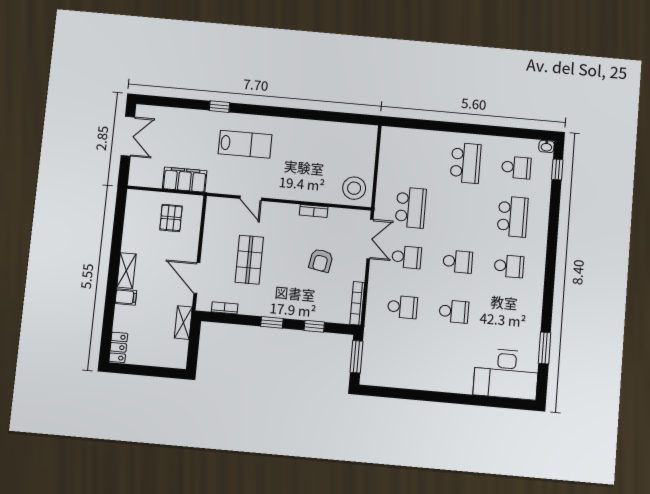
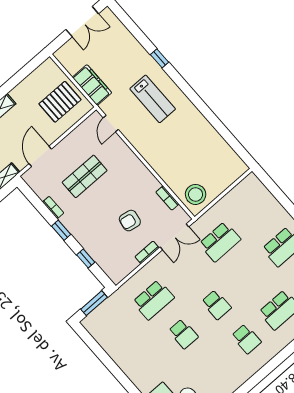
door: (251, 198) -> (111, 124), moved
bookcase: (314, 211) -> (167, 198), moved
pallet: (171, 218) -> (60, 102), width x1.50, depth x1.42
school desk: (407, 257) -> (187, 271), removed
bookcase: (357, 303) -> (147, 252), moved, width x0.64
school desk: (402, 307) -> (153, 300), width x1.85
bookcase: (225, 308) -> (53, 207), moved

